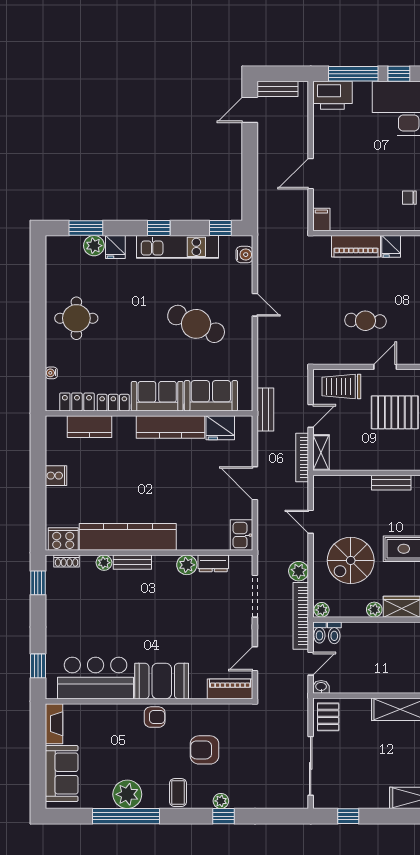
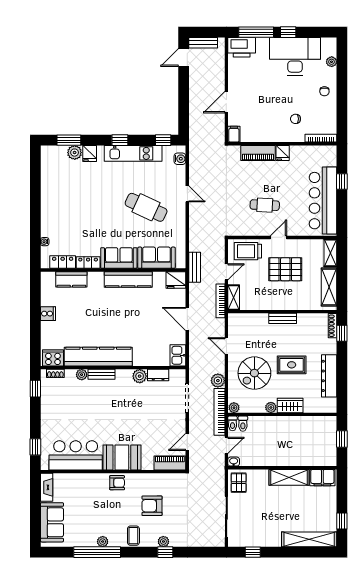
round table: (76, 318) -> (62, 203), removed
fridge: (220, 428) -> (176, 280), moved
plant: (127, 794) -> (103, 542), width x0.53, depth x0.53

